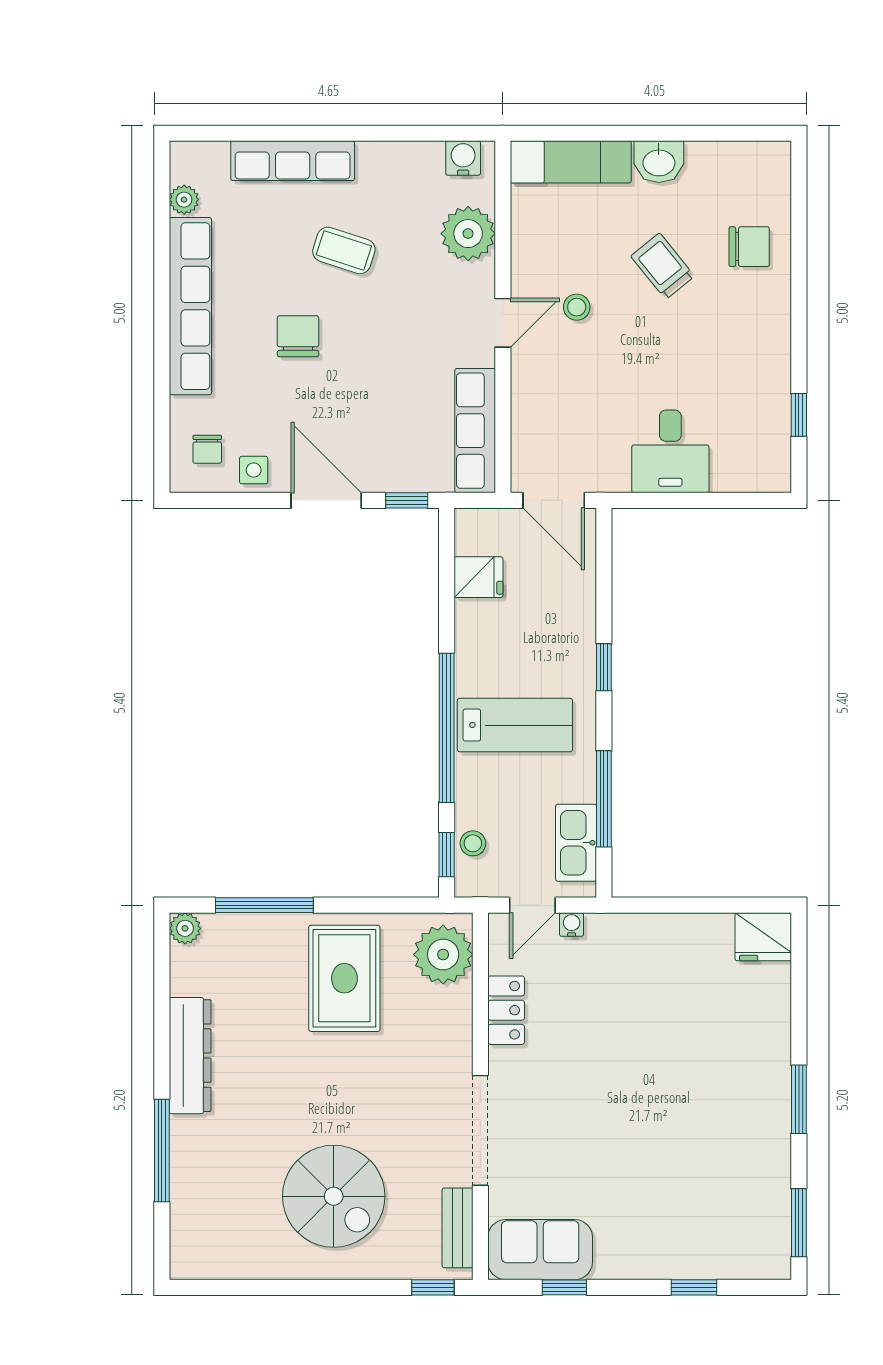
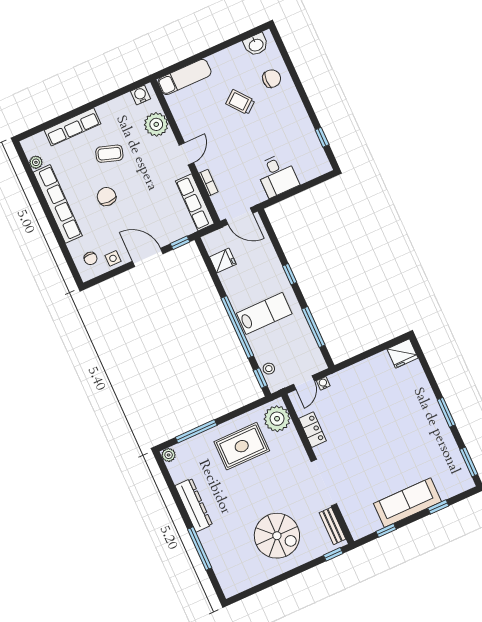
washbasin: (659, 162) -> (256, 45), moved
stool: (577, 307) -> (213, 134), removed
bookcase: (522, 403) -> (208, 183), added
kitchen sink: (576, 843) -> (310, 350), removed
rug: (344, 978) -> (242, 446), turned 90
sofa: (540, 1250) -> (407, 503), moved, width x1.36

